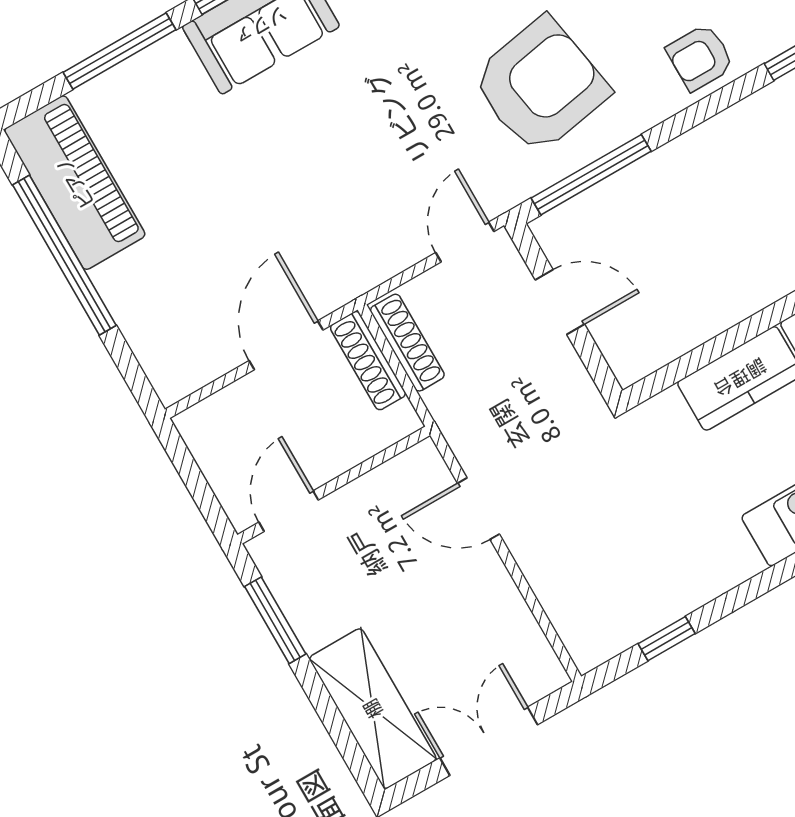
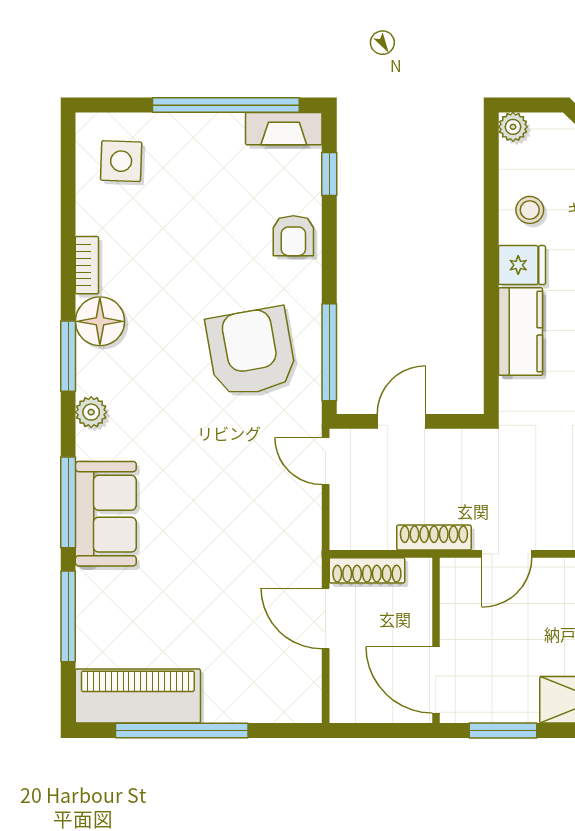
shoe rack: (407, 343) -> (434, 538), moved
door: (289, 511) -> (436, 680), width x1.38

